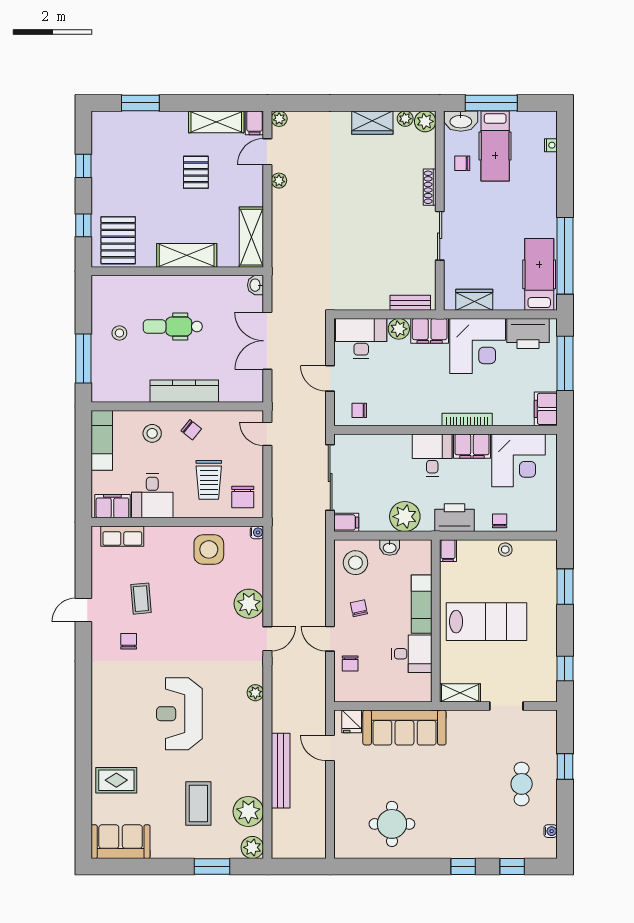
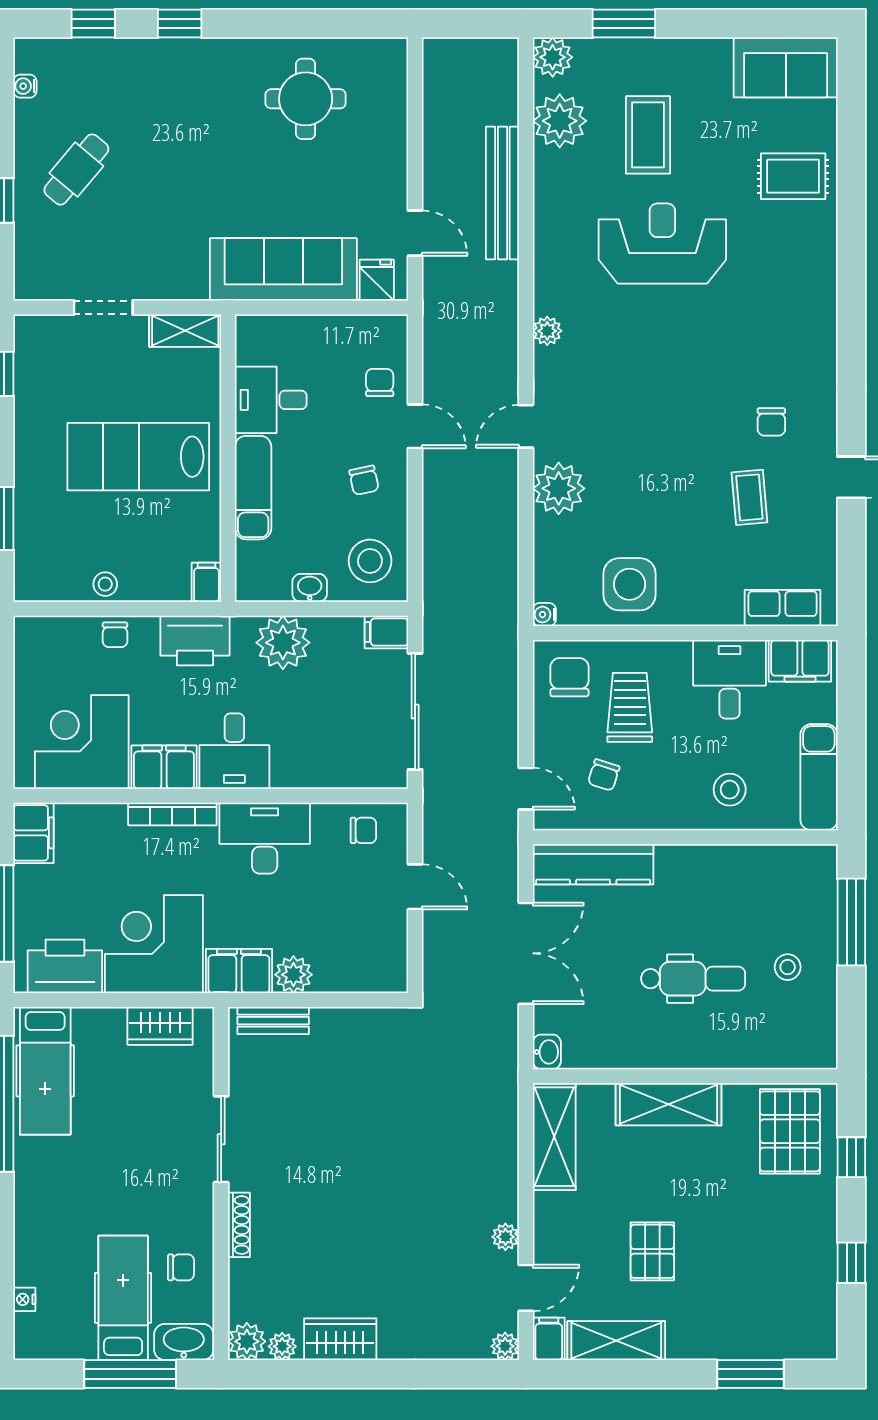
desk: (361, 338) -> (265, 838), moved, turned 180
kitchen counter: (184, 391) -> (593, 864), moved
chair: (191, 430) -> (604, 775), moved, turned -111
reception desk: (179, 714) -> (662, 244), moved, turned -90
cafe table: (522, 784) -> (76, 170), turned 40

